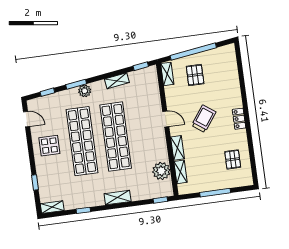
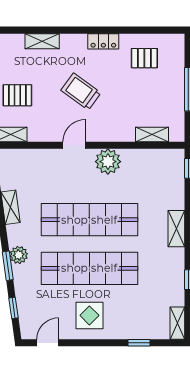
locker: (239, 119) -> (103, 41), moved
shelving: (178, 148) -> (42, 41), moved
plant: (161, 171) -> (108, 162), moved

